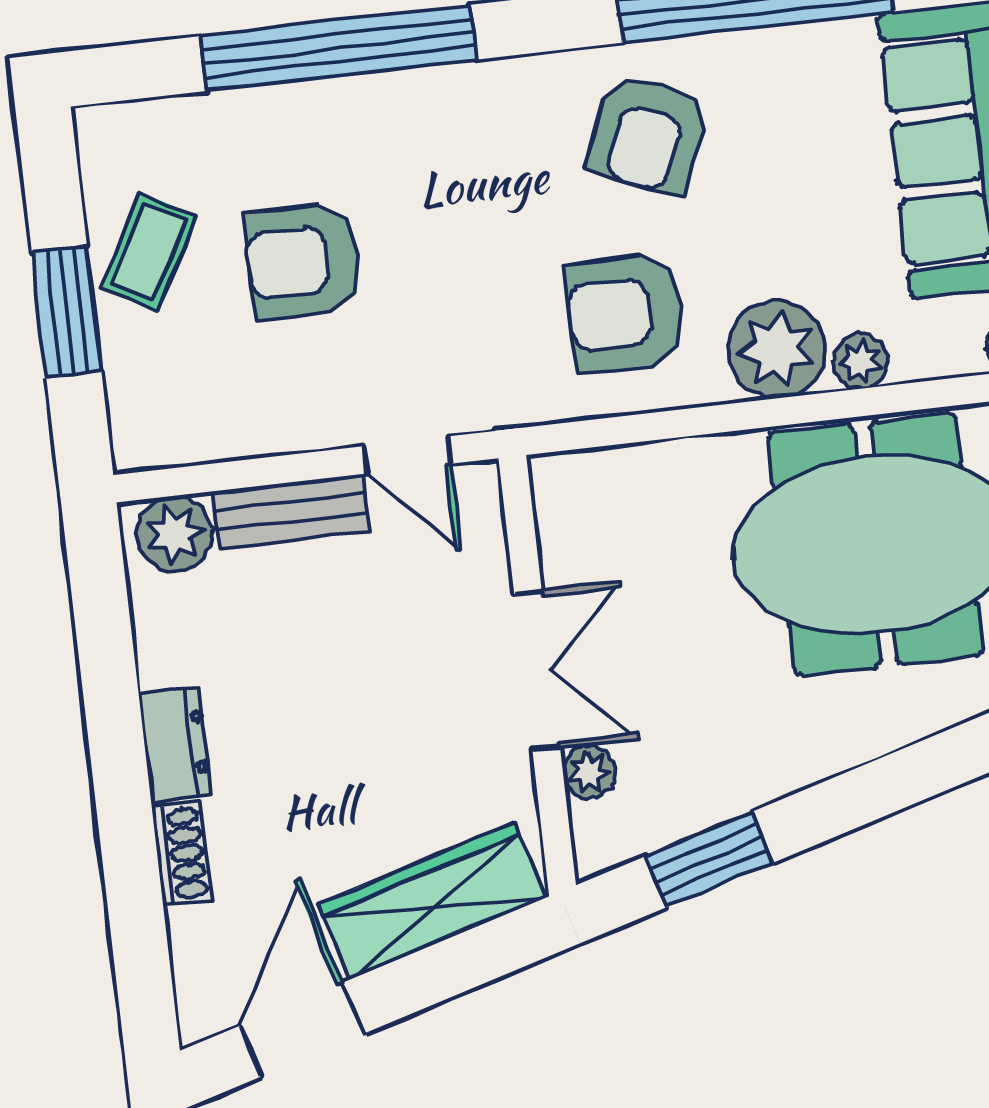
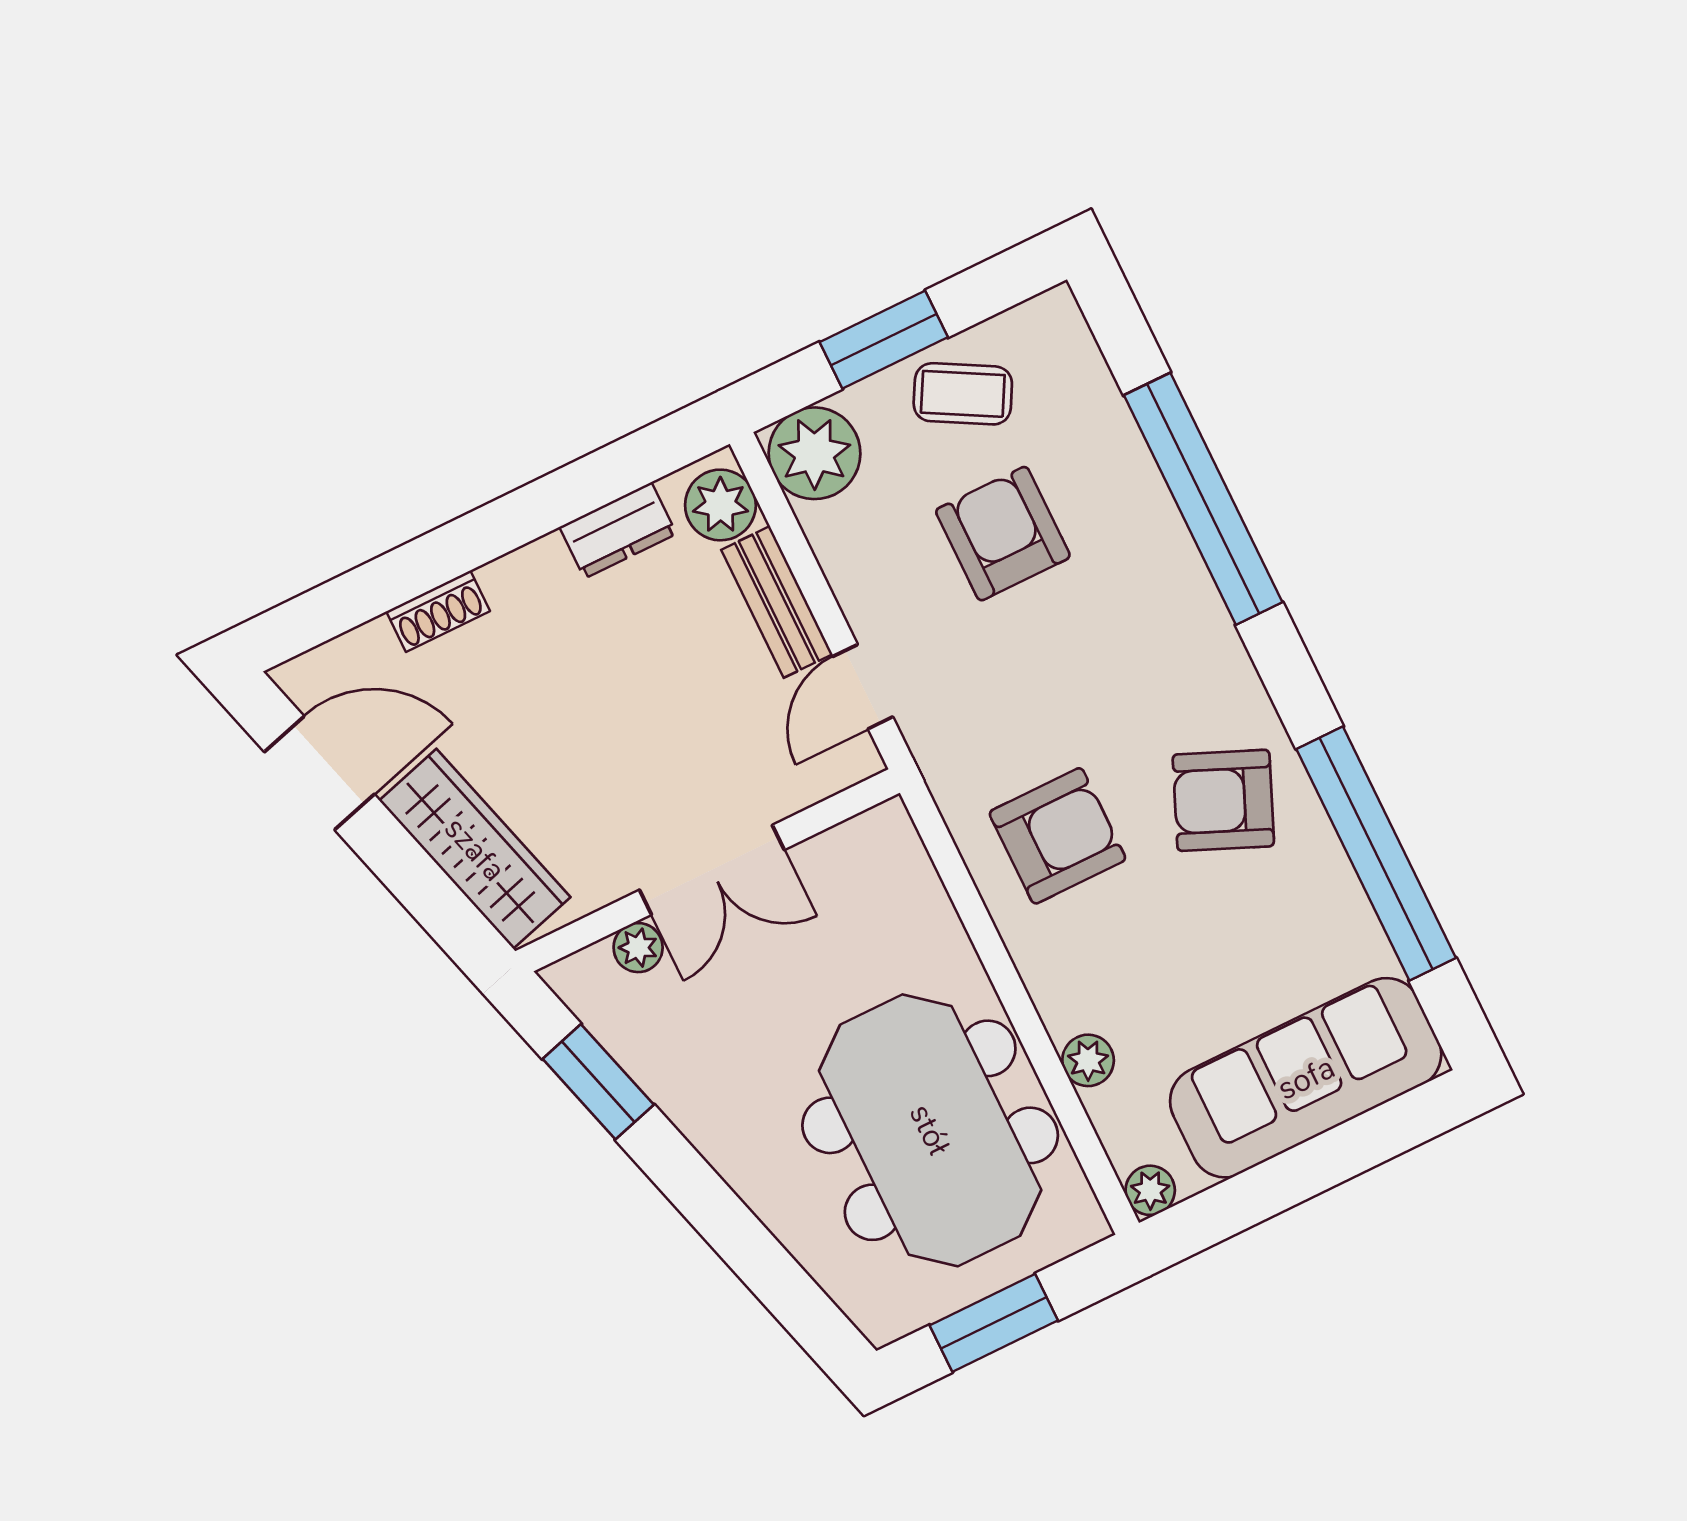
armchair: (625, 313) -> (1057, 836), turned 90
plant: (777, 349) -> (814, 453), moved
dresser: (175, 744) -> (618, 530), moved

